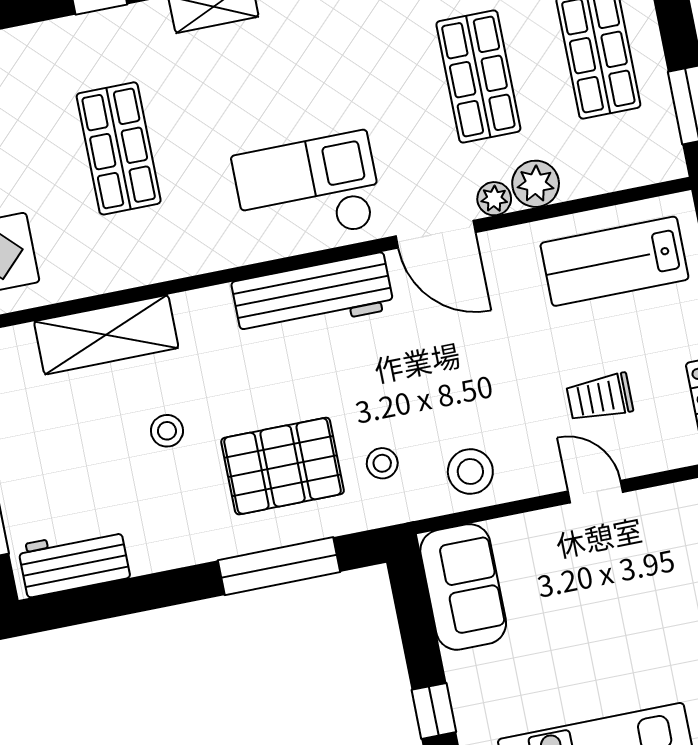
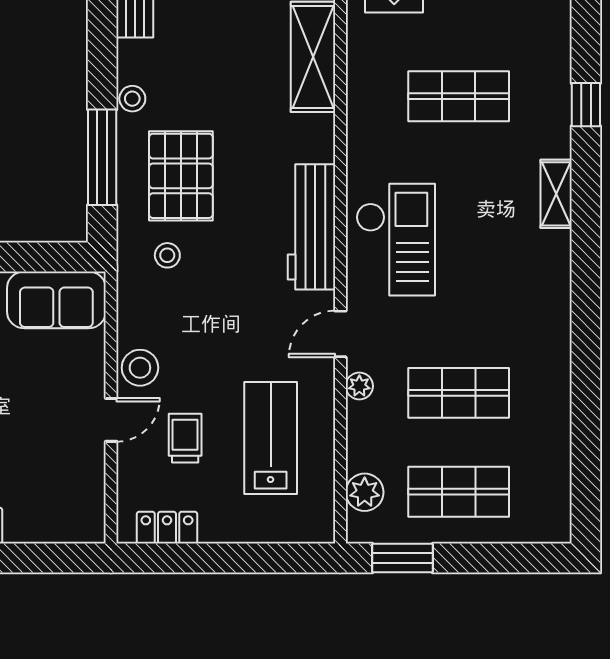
plant: (536, 184) -> (365, 492), moved
door: (436, 234) -> (340, 334), width x0.73
lab bench: (614, 261) -> (271, 438), moved
stool: (167, 431) -> (132, 99), moved
stool: (470, 471) -> (140, 368), moved

